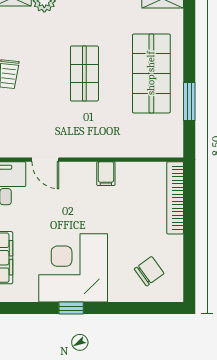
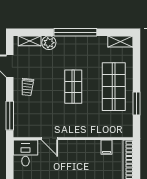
filing cabinet: (106, 174) -> (106, 147), moved

